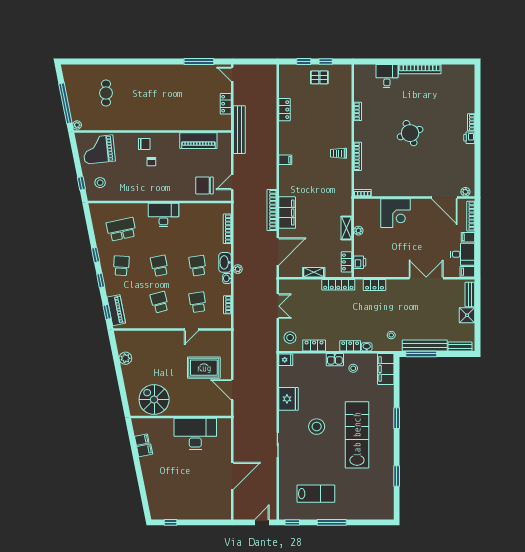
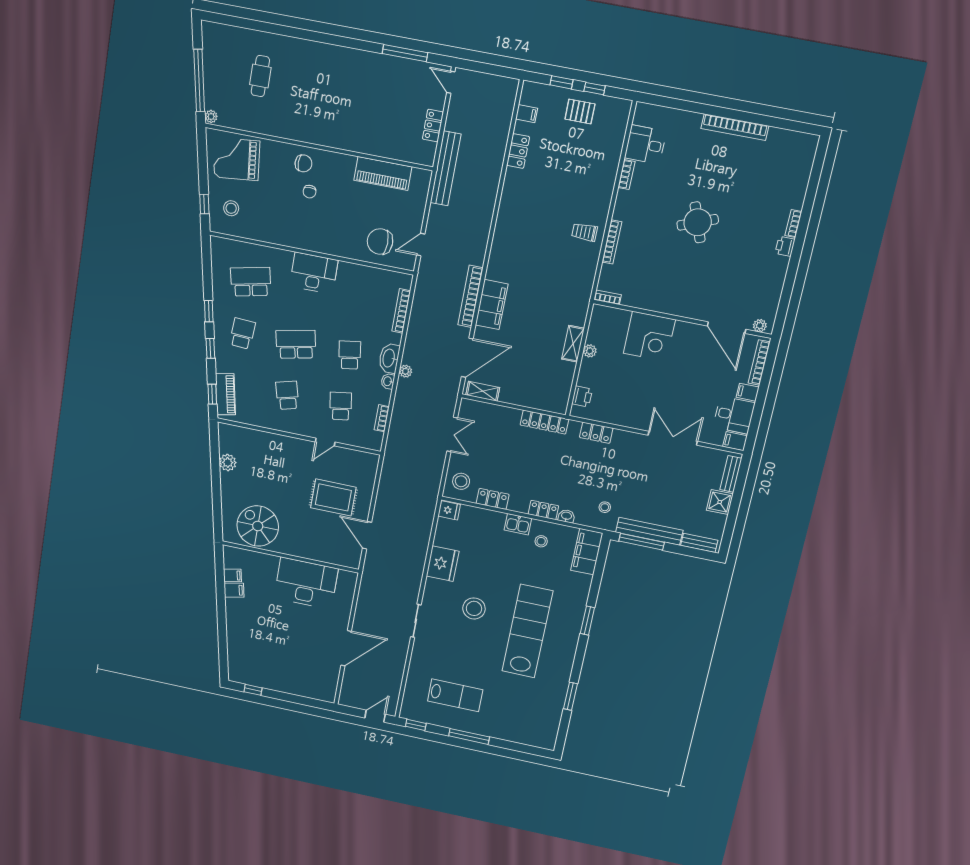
desk: (387, 76) -> (645, 145), moved, turned -90
filing cabinet: (285, 160) -> (527, 114), moved
locker: (347, 262) -> (563, 392), removed
school desk: (159, 266) -> (296, 344), width x1.85
shelving: (314, 272) -> (483, 391), moved

